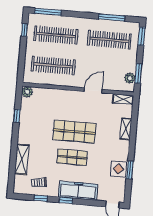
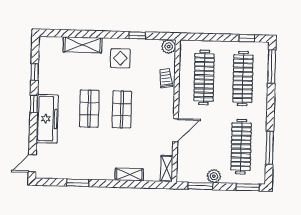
plant: (130, 78) -> (214, 176), moved
door: (93, 90) -> (176, 130), hinge flipped
shop shelf: (74, 132) -> (122, 109), width x0.70, depth x0.74
display table: (118, 169) -> (120, 58), moved
trolley: (39, 182) -> (166, 78), moved

